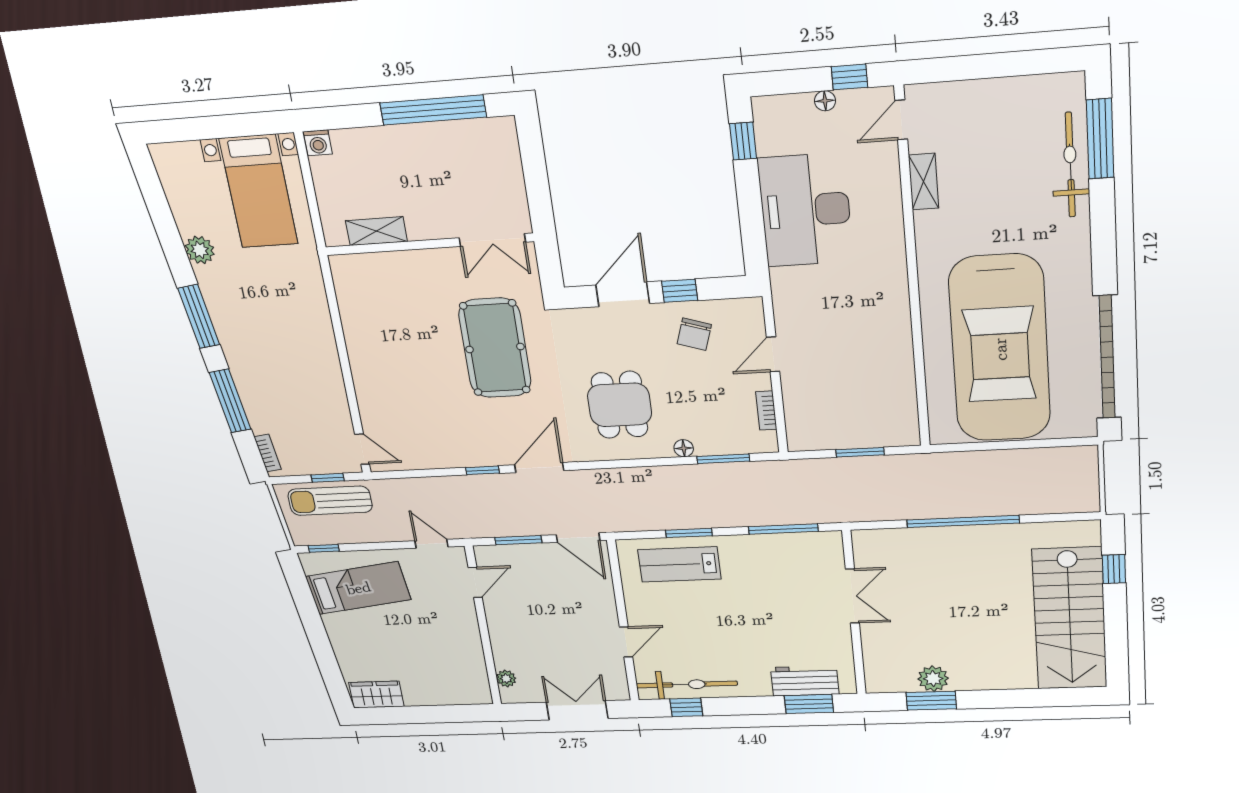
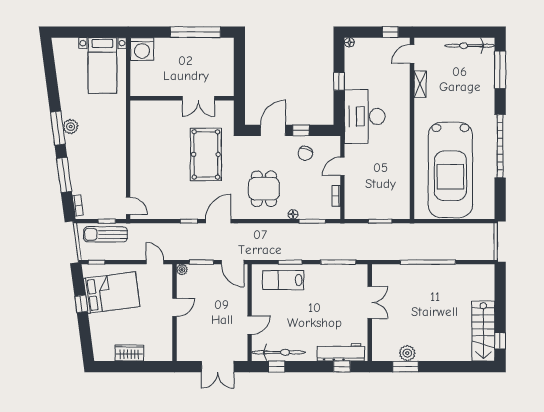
floor lamp: (825, 101) -> (349, 42), moved
window: (743, 141) -> (339, 81), moved
washing machine: (318, 143) -> (142, 49), width x1.89, depth x1.89
bicycle: (1070, 165) -> (470, 46), moved, turned -90
desk: (805, 210) -> (365, 117), moved
shelving: (376, 231) -> (157, 90), removed
double door: (492, 240) -> (198, 98), moved
plant: (200, 250) -> (71, 127), moved
garage door: (1107, 357) -> (500, 146), moved
window: (1114, 569) -> (500, 341), moved
door: (475, 582) -> (175, 307), moved
bed: (358, 588) -> (112, 293), width x1.50
window: (311, 618) -> (81, 304), added
stairs: (1070, 619) -> (483, 331), width x0.73, depth x0.66
plant: (506, 679) -> (182, 270), moved
workbench: (805, 681) -> (341, 352), width x1.38
wardrobe: (376, 694) -> (129, 353), moved
window: (809, 704) -> (342, 367), width x0.67
double door: (577, 710) -> (218, 367), swing flipped

